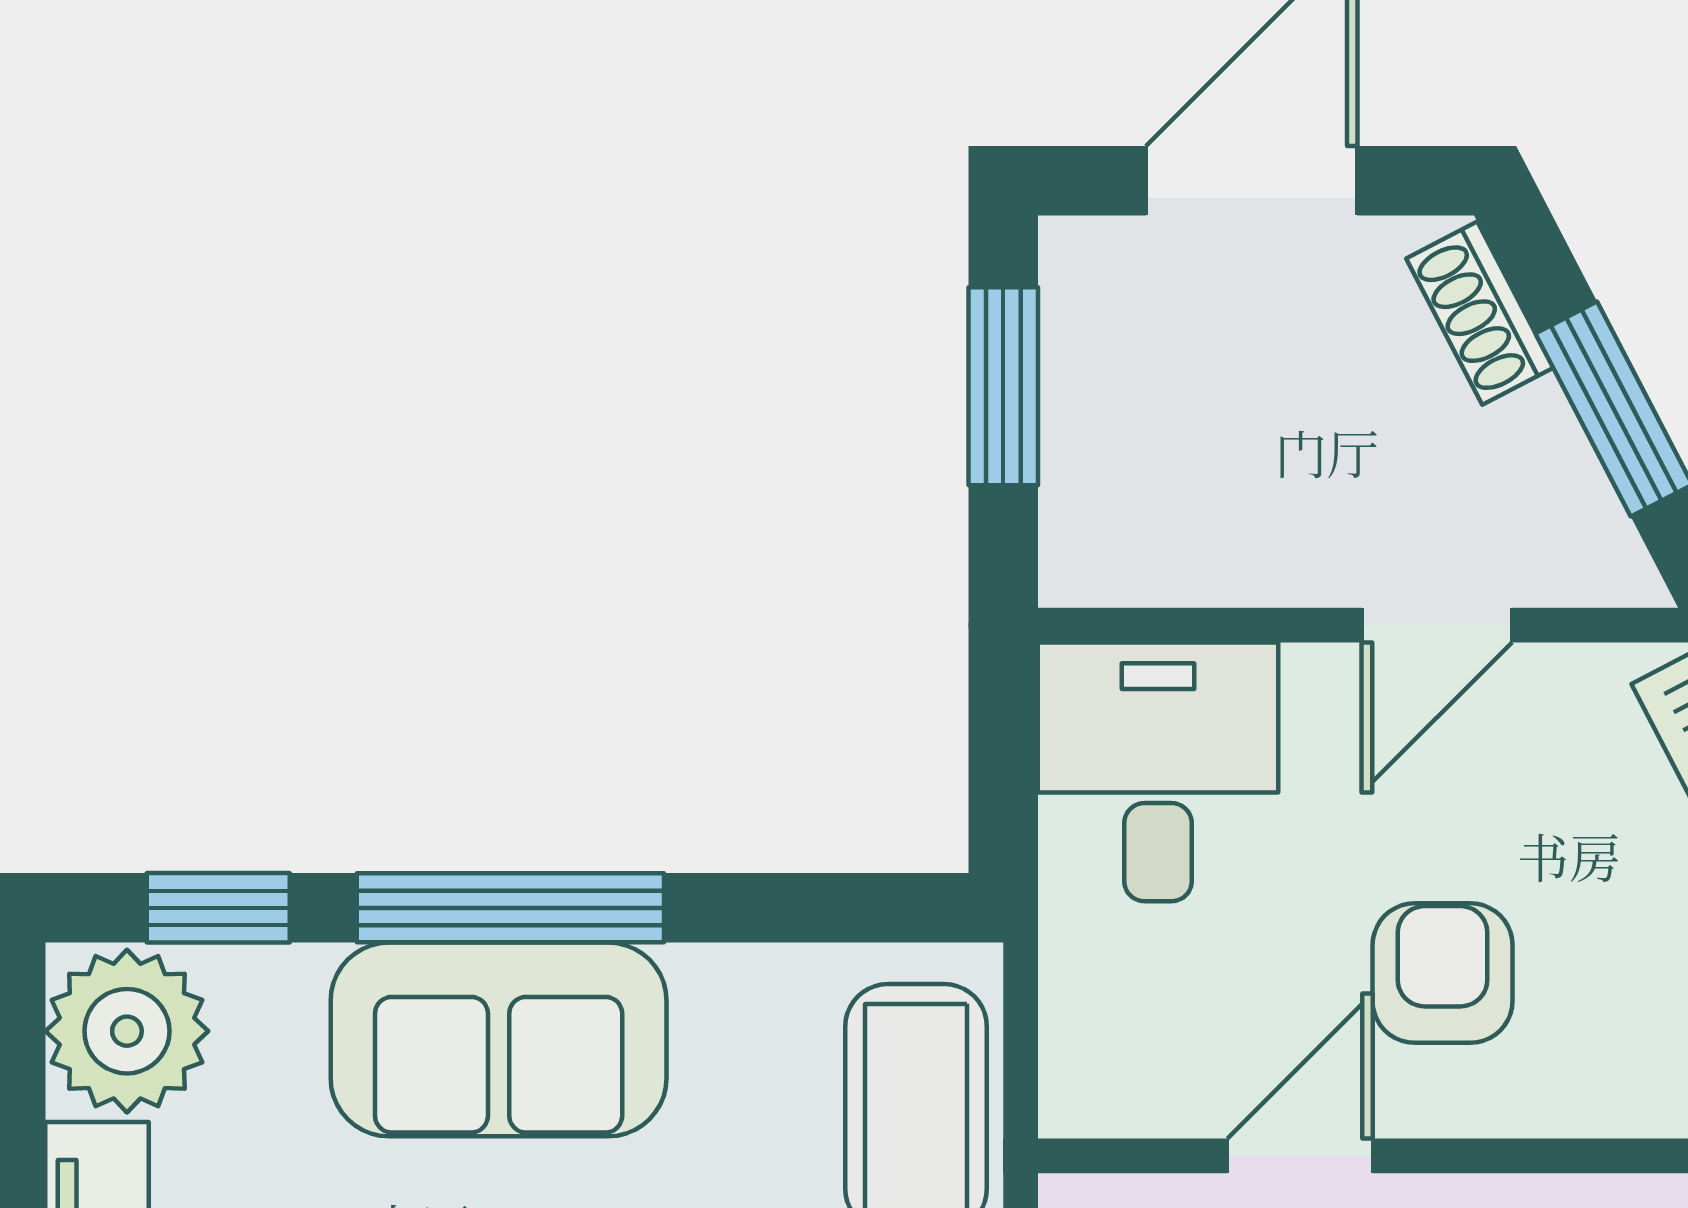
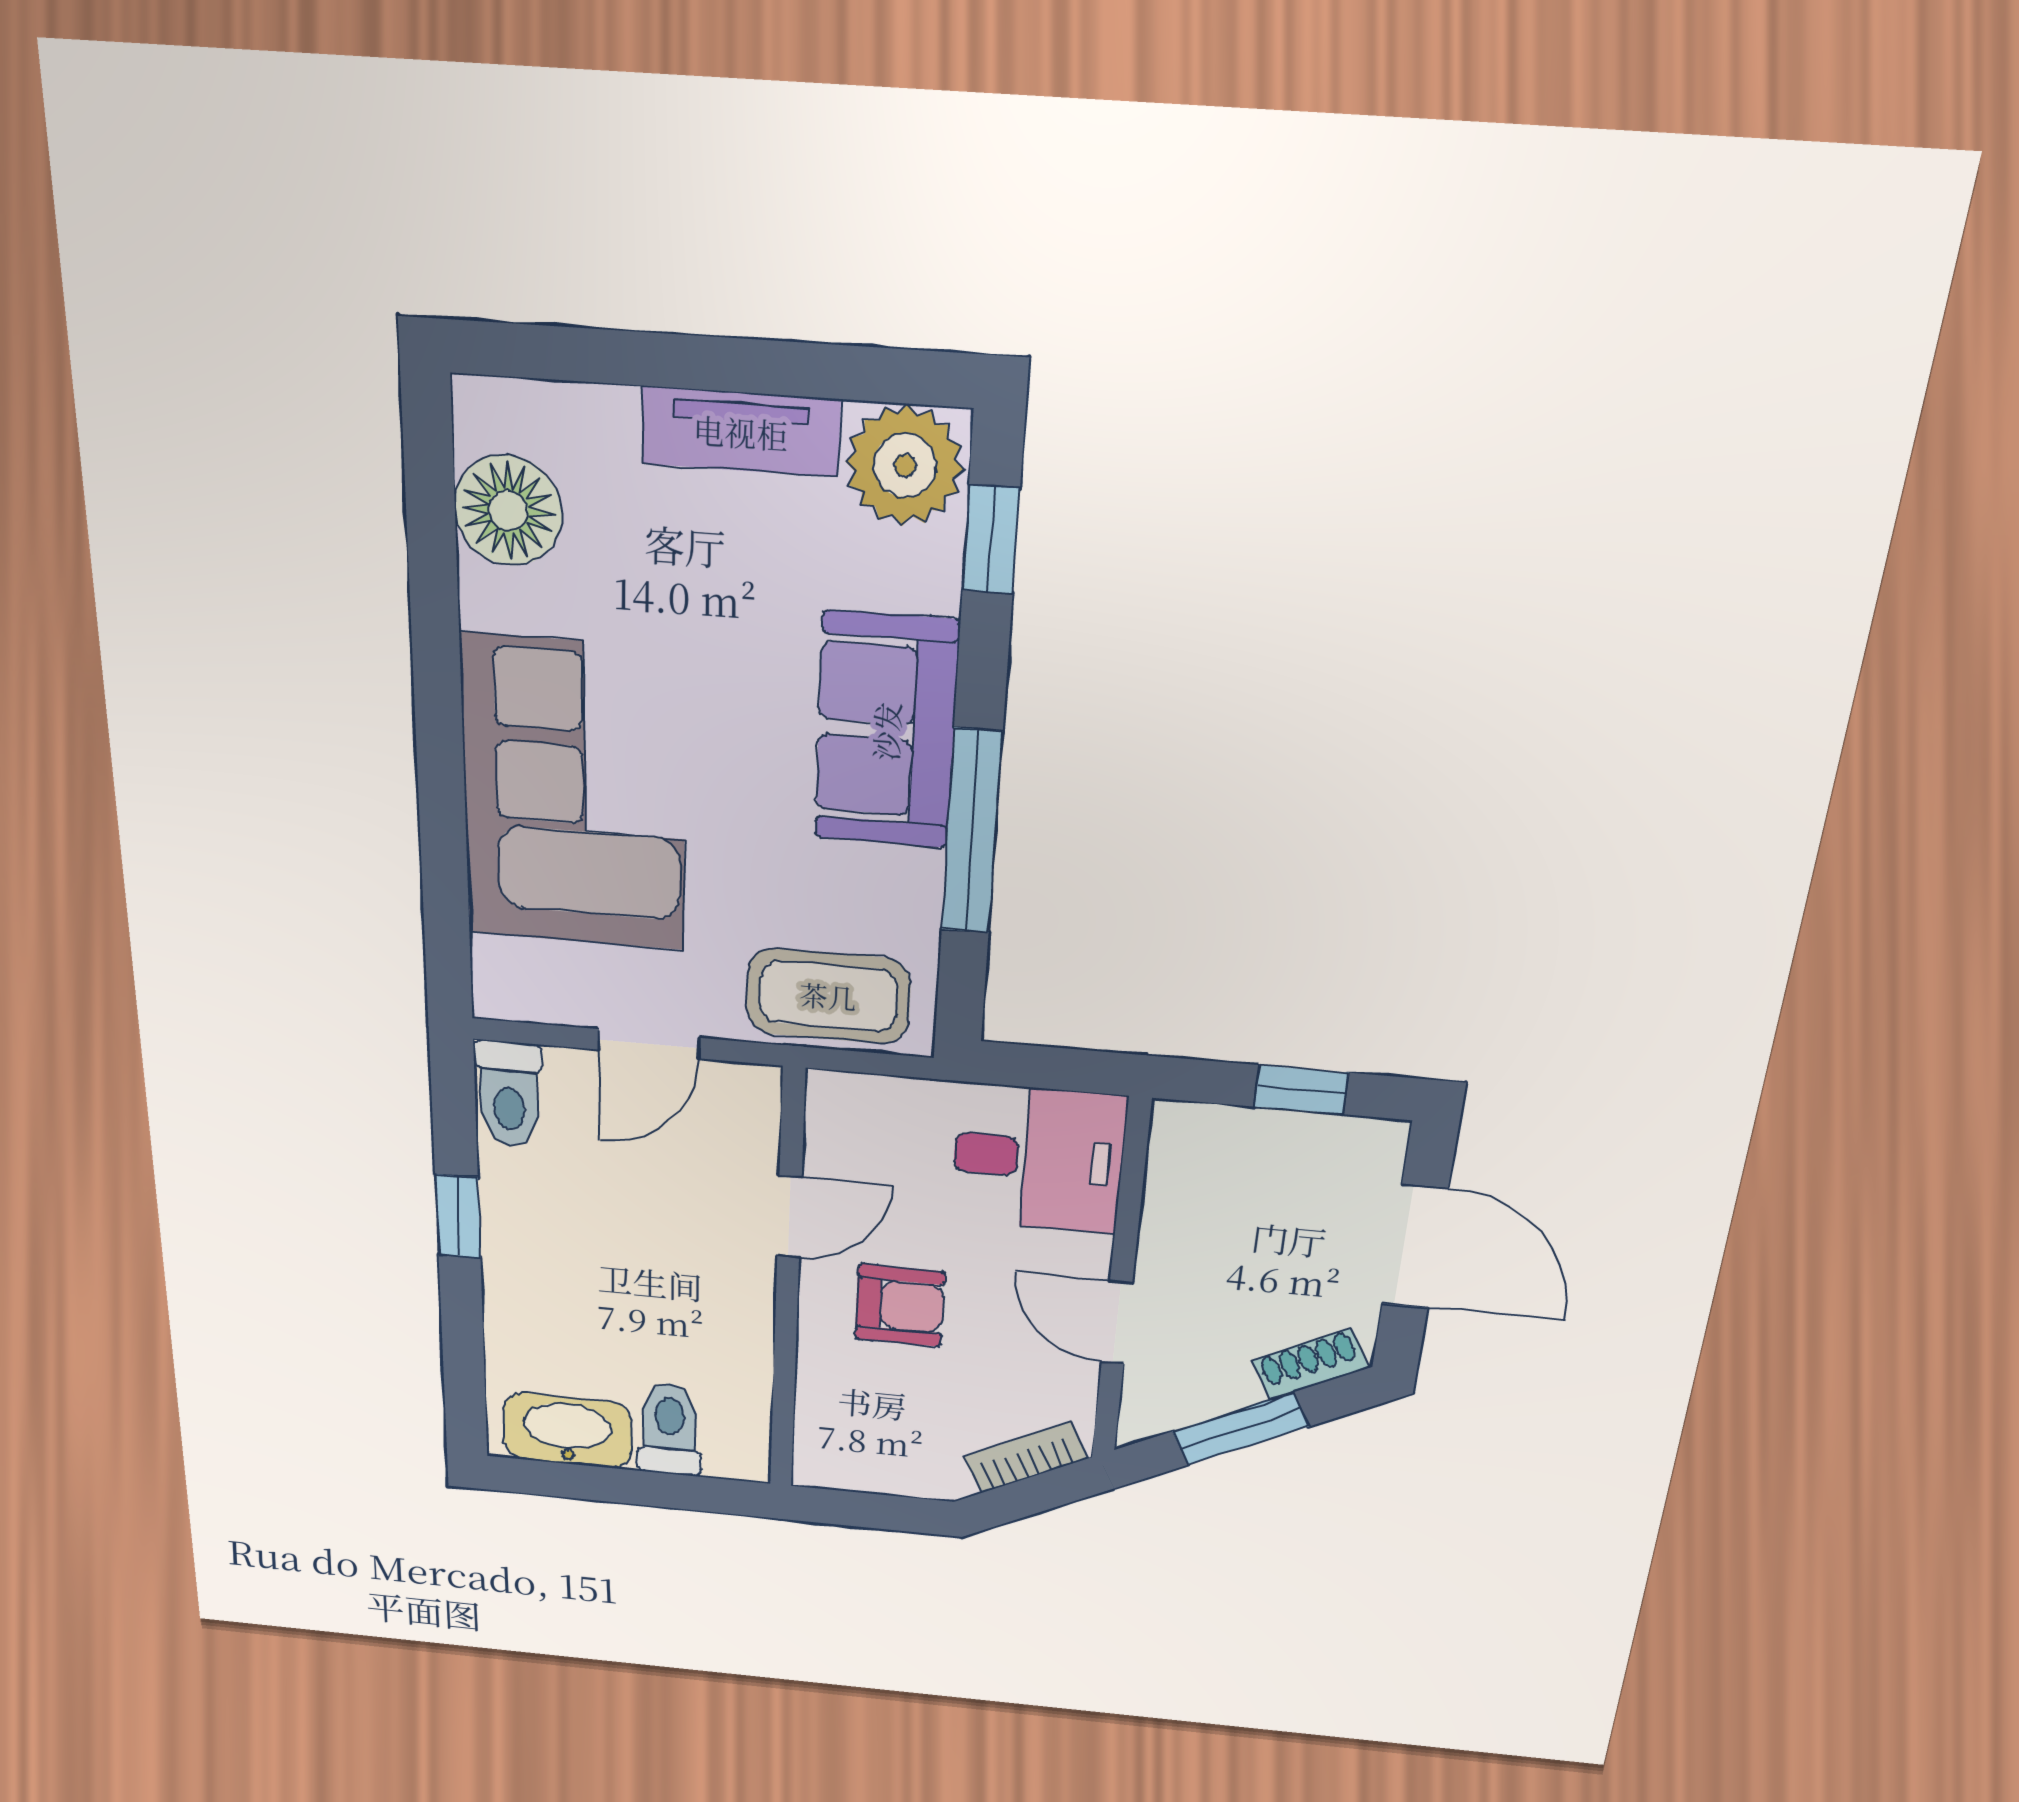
window: (1003, 386) -> (1301, 1090), width x0.67
window: (510, 908) -> (972, 832), moved
door: (1300, 1156) -> (789, 1217), hinge flipped

